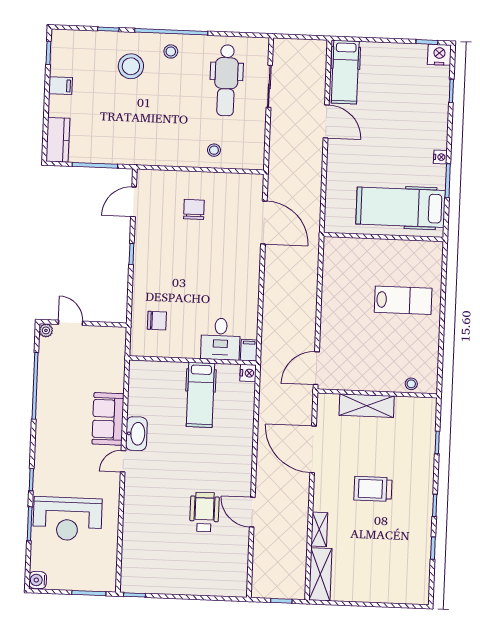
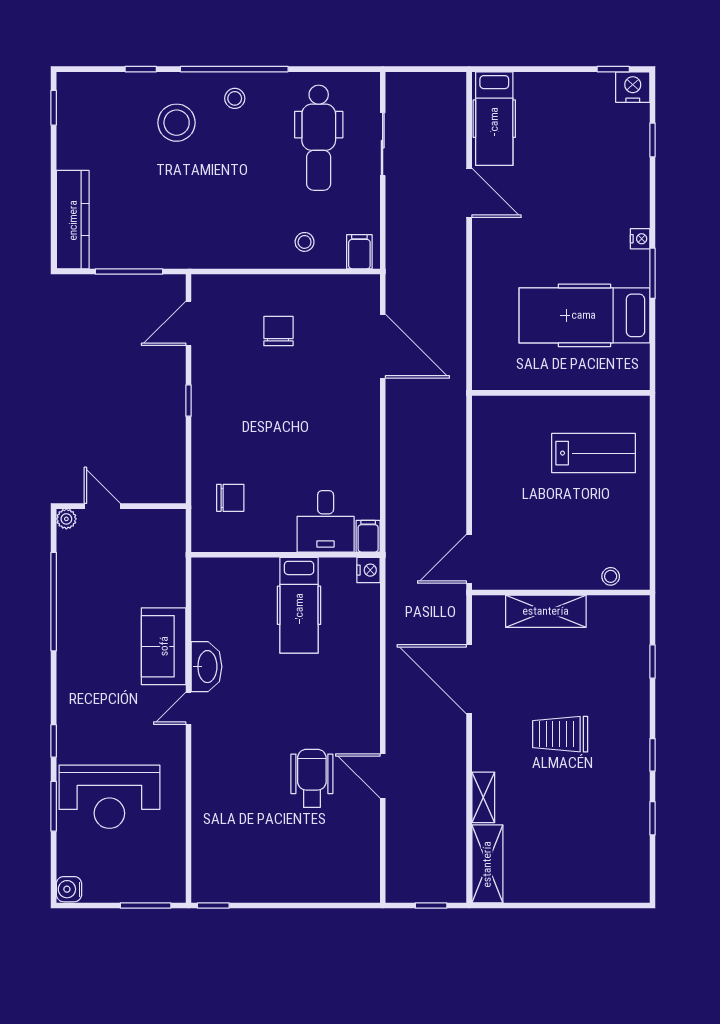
filing cabinet: (60, 86) -> (359, 252), moved, turned -90
kitchen counter: (58, 140) -> (73, 220), width x1.50
wall: (383, 237) -> (561, 393), moved

